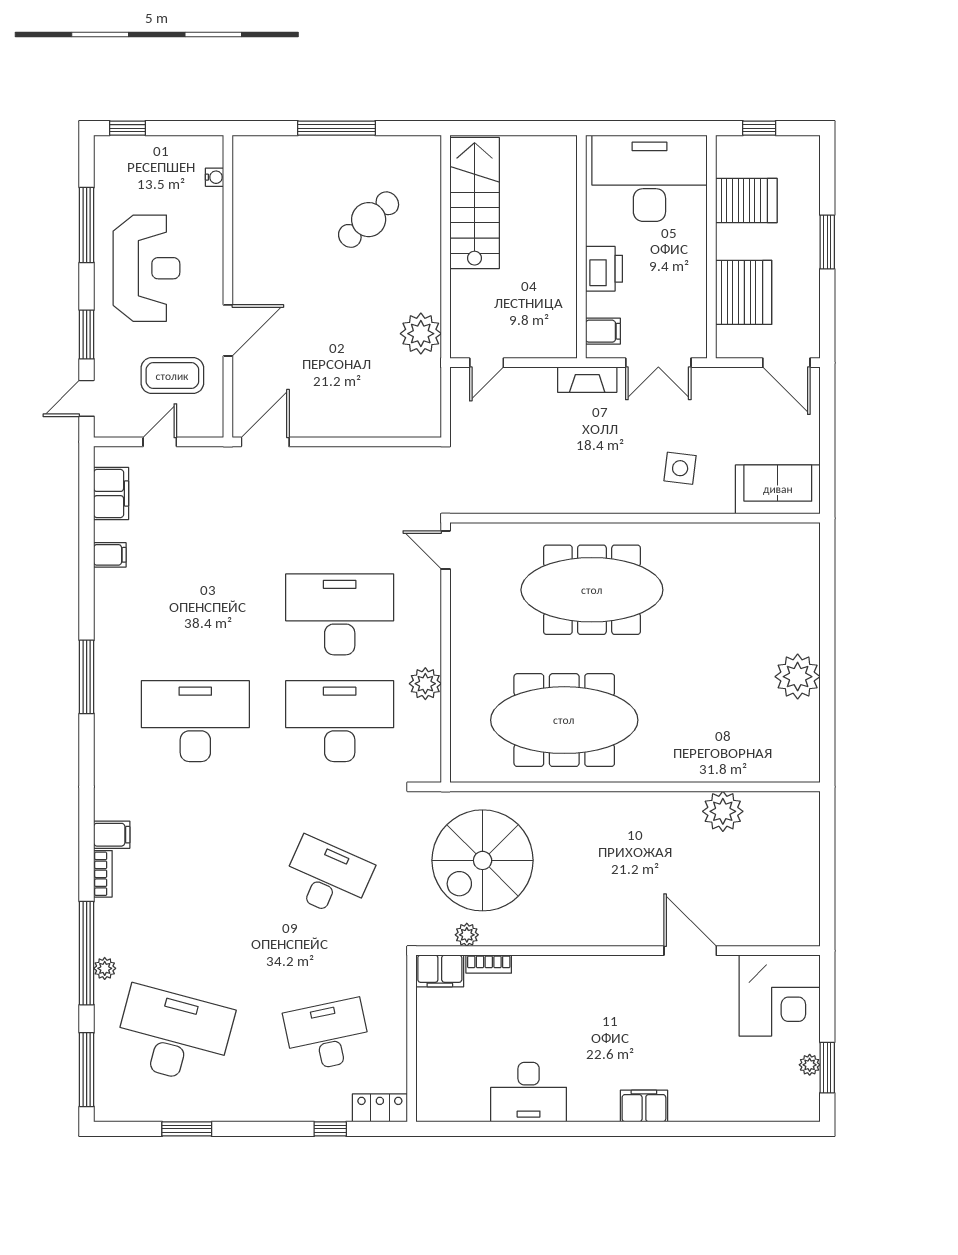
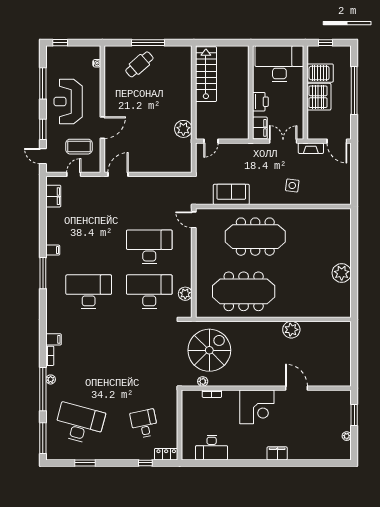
cafe table: (369, 220) -> (139, 64), moved
window: (827, 242) -> (354, 90), width x2.11
reception desk: (146, 268) -> (68, 101), turned 180
server rack: (744, 292) -> (319, 97), moved
filing cabinet: (603, 331) -> (260, 128), width x2.00
double door: (658, 363) -> (283, 141), swing flipped
fireplace: (587, 380) -> (311, 148), moved
door: (87, 398) -> (43, 156), hinge flipped
sofa: (778, 489) -> (231, 194), moved
filing cabinet: (110, 555) -> (53, 250), moved
plant: (425, 684) -> (185, 294), moved
plant: (723, 811) -> (291, 330), moved
spiral stairs: (483, 860) -> (209, 350), turned 180
desk: (327, 878) -> (144, 357), removed
plant: (105, 968) -> (51, 379), moved
filing cabinet: (440, 971) -> (191, 397), removed
corner desk: (780, 995) -> (257, 407), moved
desk: (327, 1035) -> (144, 424), width x0.73
window: (827, 1068) -> (354, 415), moved
desk: (529, 1092) -> (212, 448), moved

